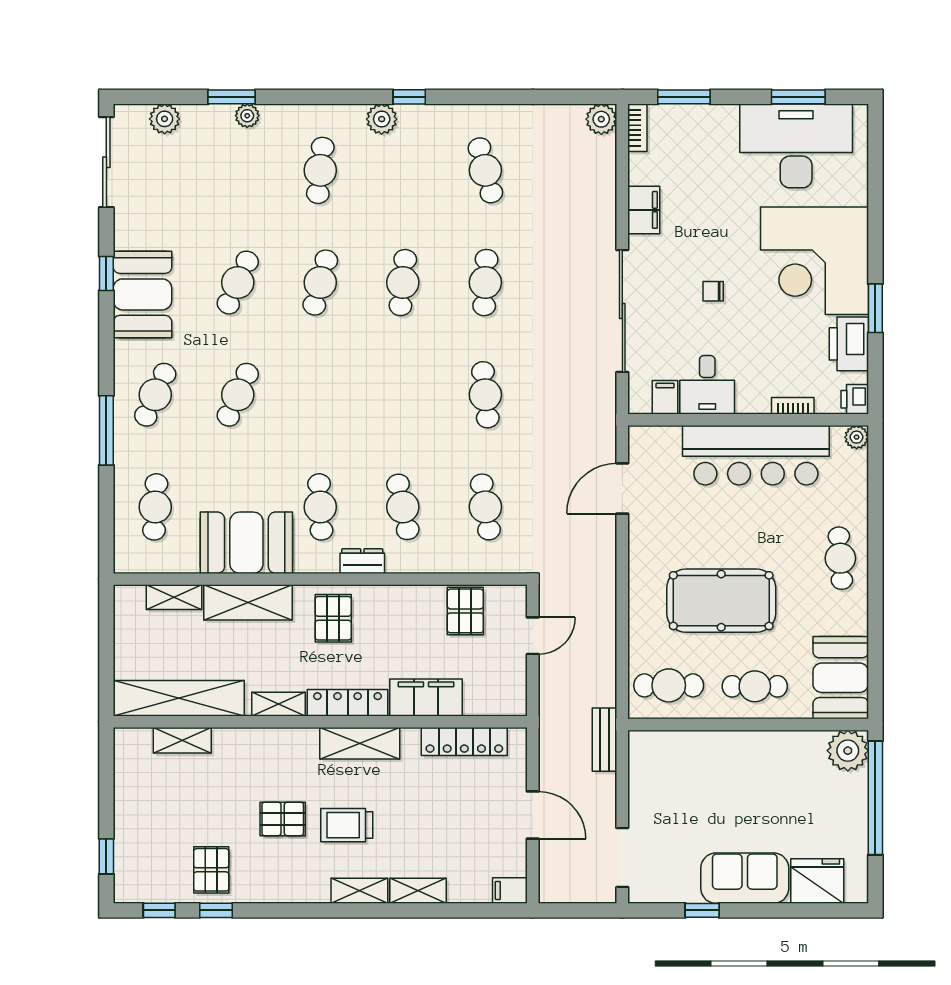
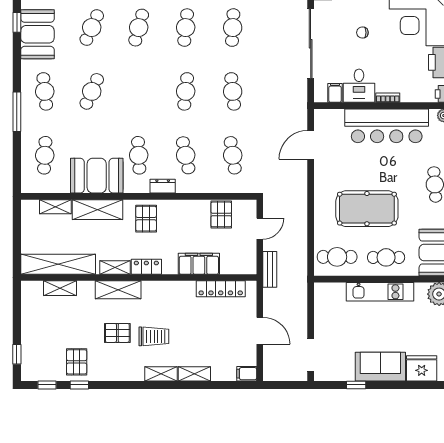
cafe table: (155, 395) -> (45, 91), turned -30
cafe table: (403, 395) -> (186, 91), added
bookcase: (793, 406) -> (388, 98), moved
locker: (348, 703) -> (146, 267), width x0.66
bench: (605, 740) -> (270, 269), moved
shelving: (360, 743) -> (118, 290), moved
kitchen unit: (744, 747) -> (380, 292), added
trolley: (347, 825) -> (154, 336), turned 180

